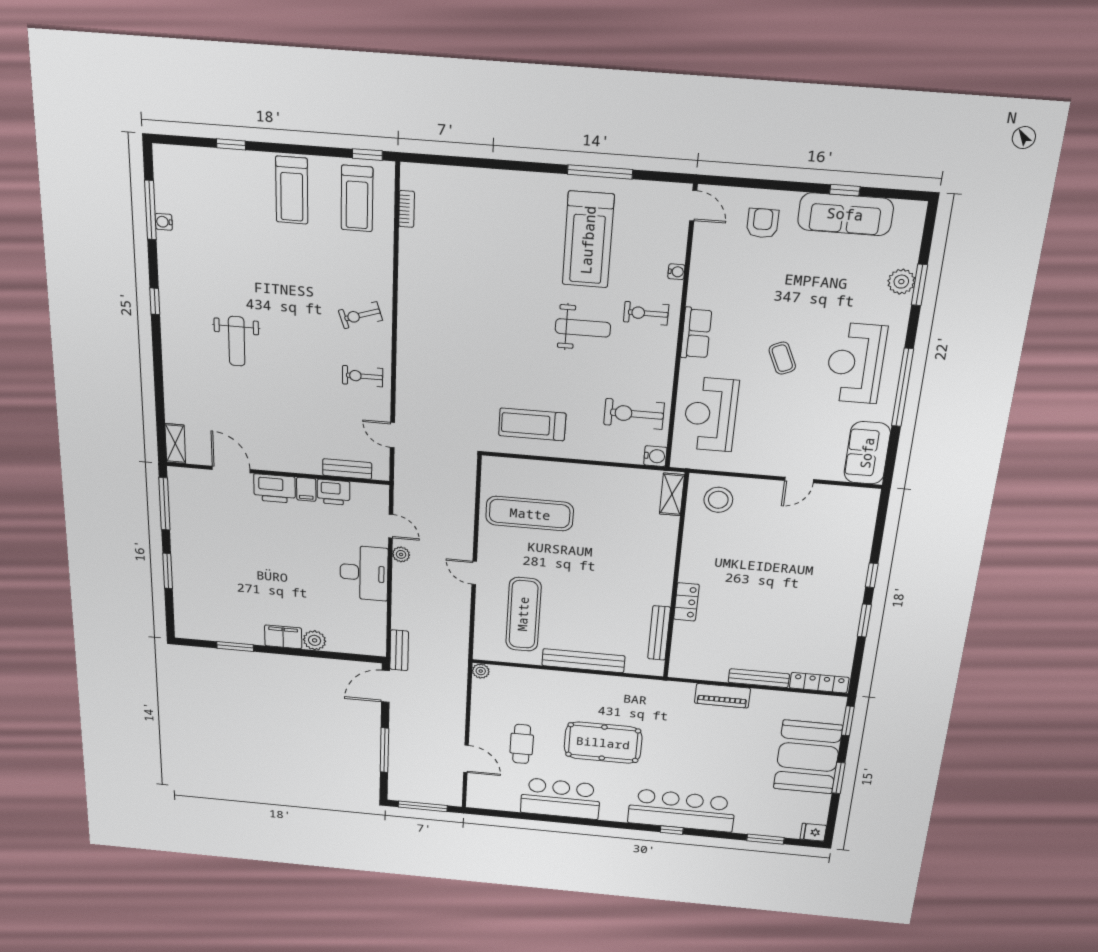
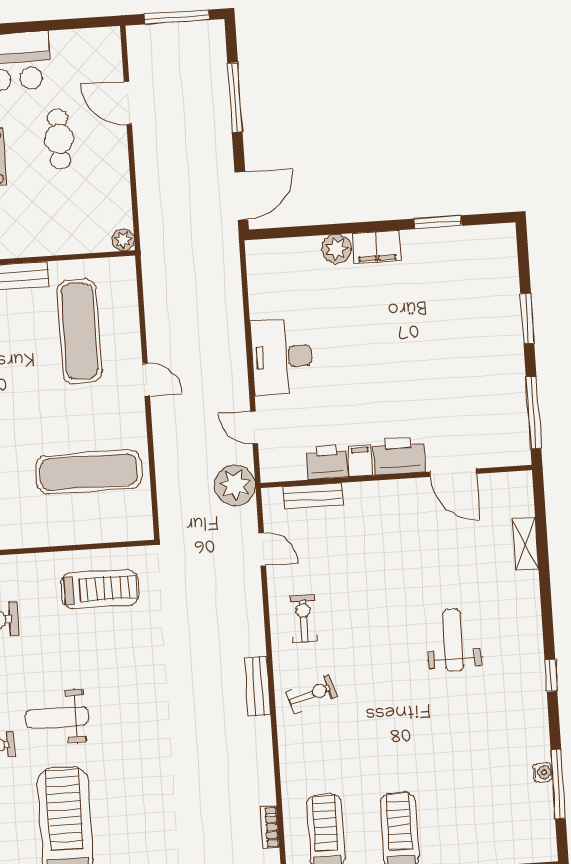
exercise bike: (363, 376) -> (303, 619), turned -90
shelving: (175, 444) -> (525, 544), moved
plant: (401, 554) -> (235, 485), moved, width x1.87, depth x1.87
bench: (399, 650) -> (257, 686), moved

